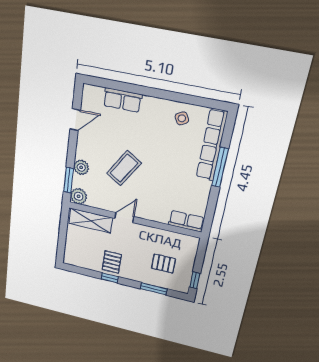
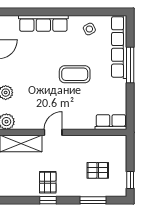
row of seats: (122, 100) -> (43, 23), width x1.48
coffee table: (124, 168) -> (75, 74), moved, turned 58

